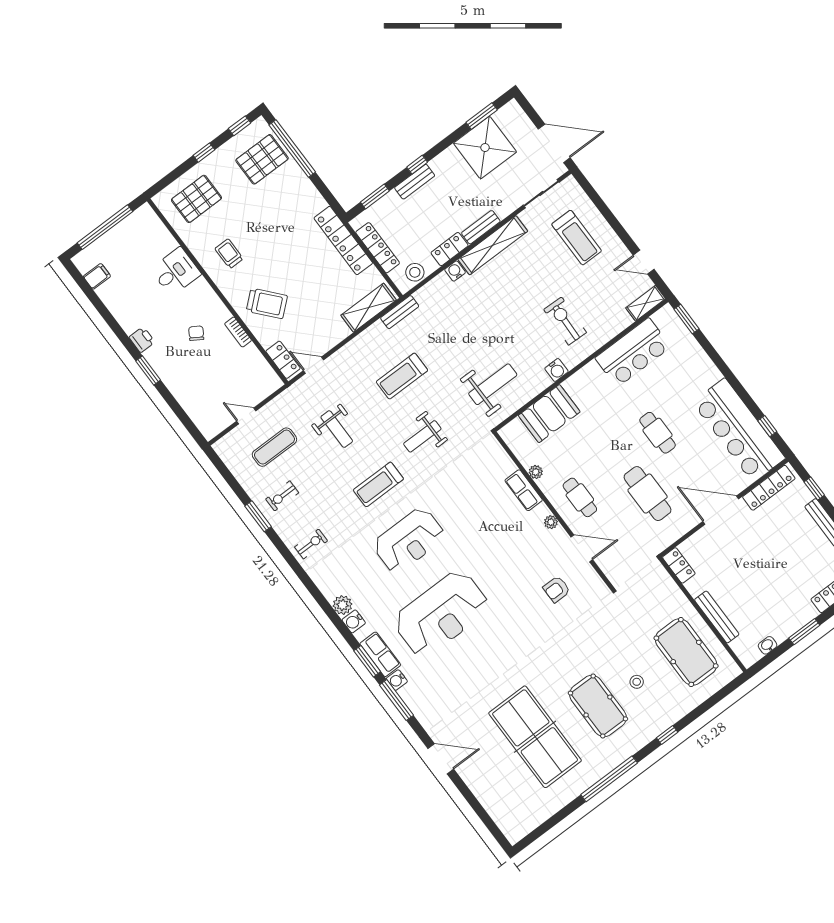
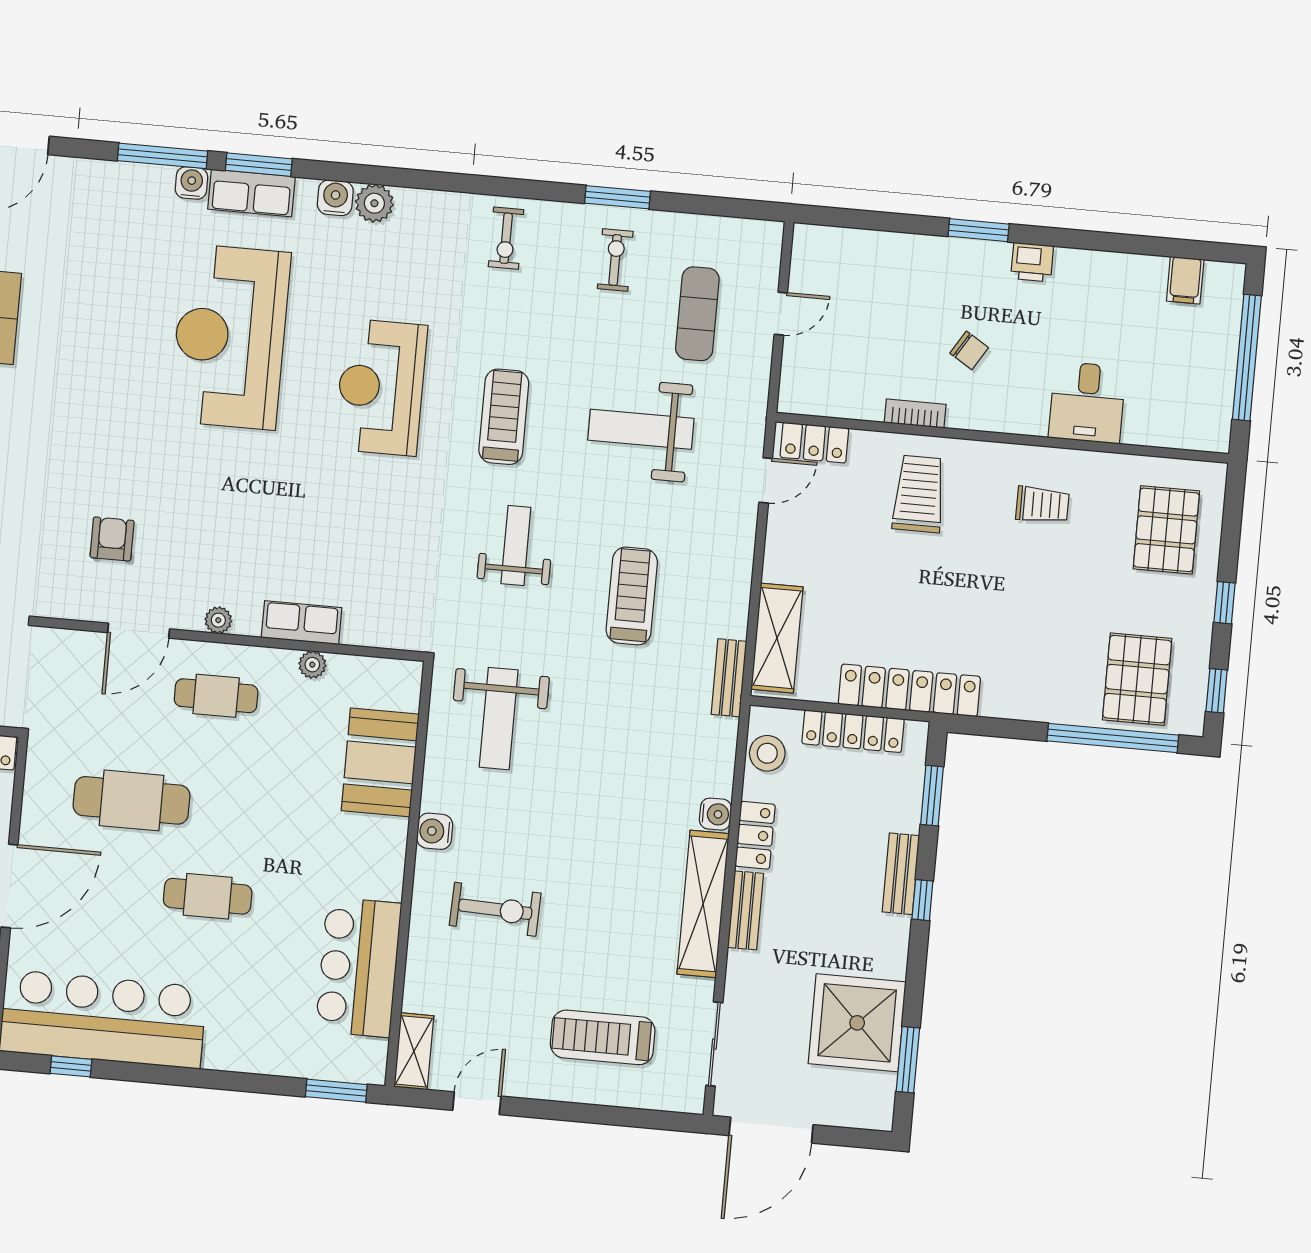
trolley: (267, 303) -> (919, 494), turned 131
weight bench: (337, 429) -> (641, 429), width x1.36, depth x1.33

